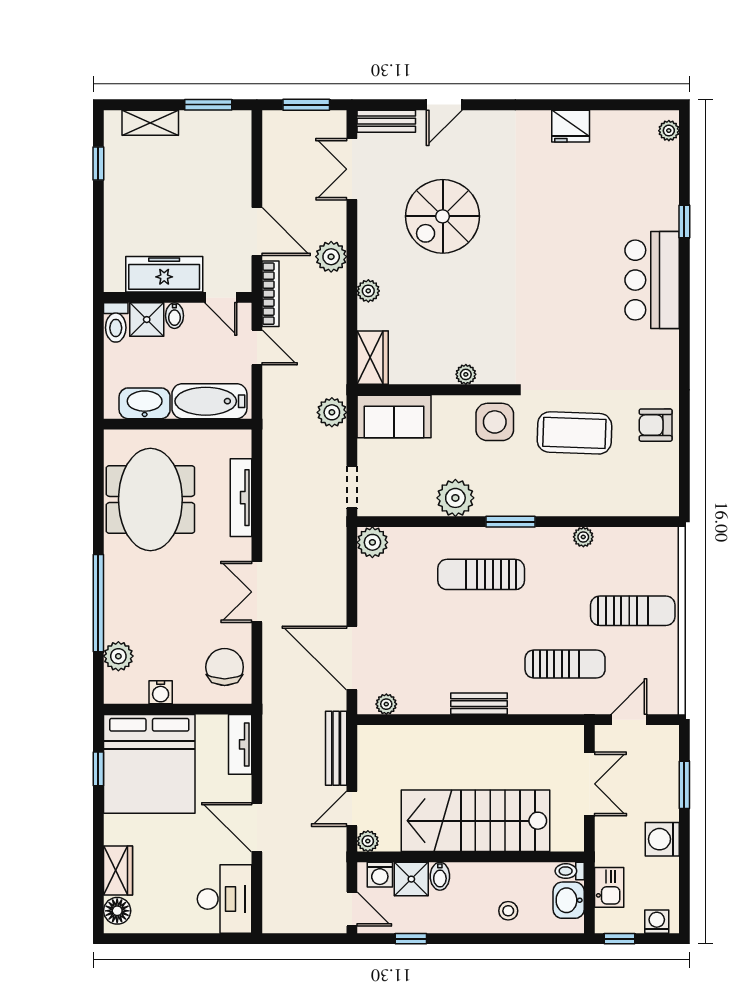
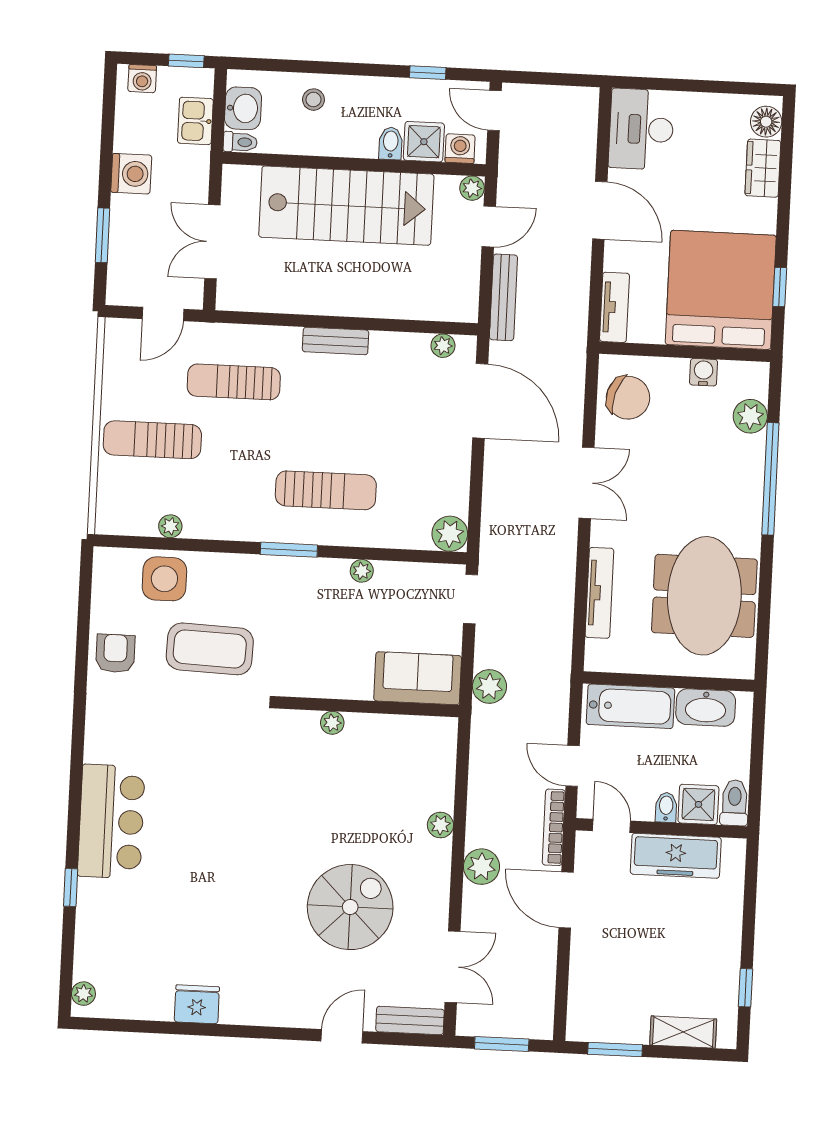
wardrobe: (373, 358) -> (439, 747), removed
side table: (495, 422) -> (164, 579), moved
armchair: (656, 425) -> (115, 653), turned -90
plant: (455, 498) -> (362, 571), width x0.53, depth x0.53
plant: (583, 537) -> (170, 526), moved
chair: (225, 667) -> (628, 398), turned -72

